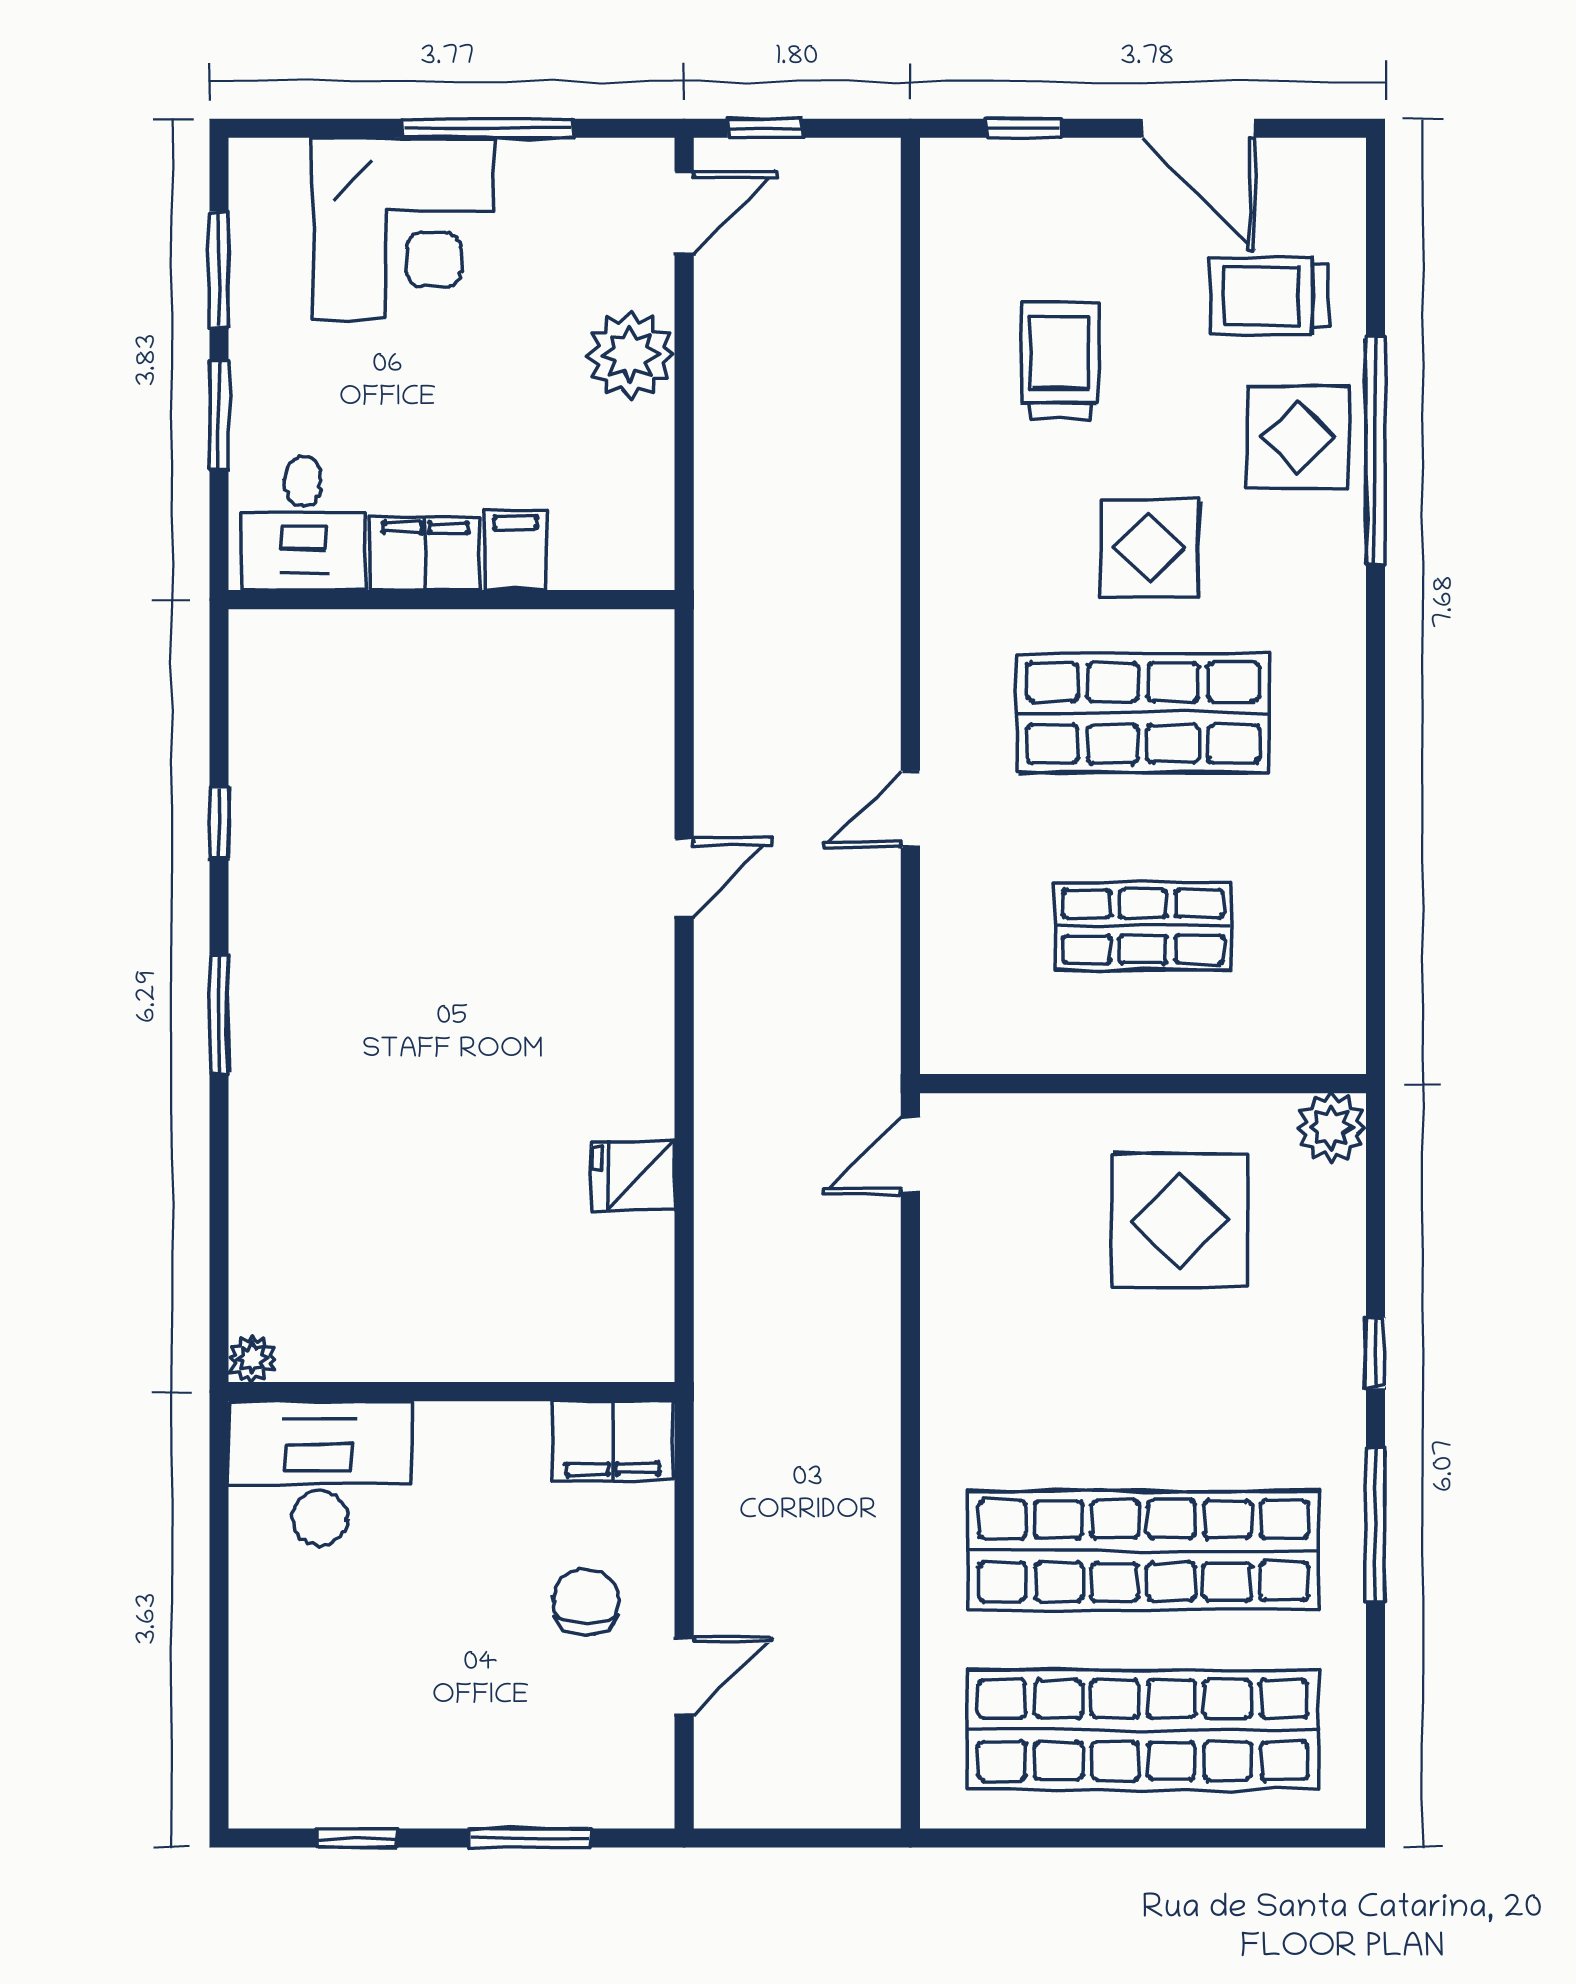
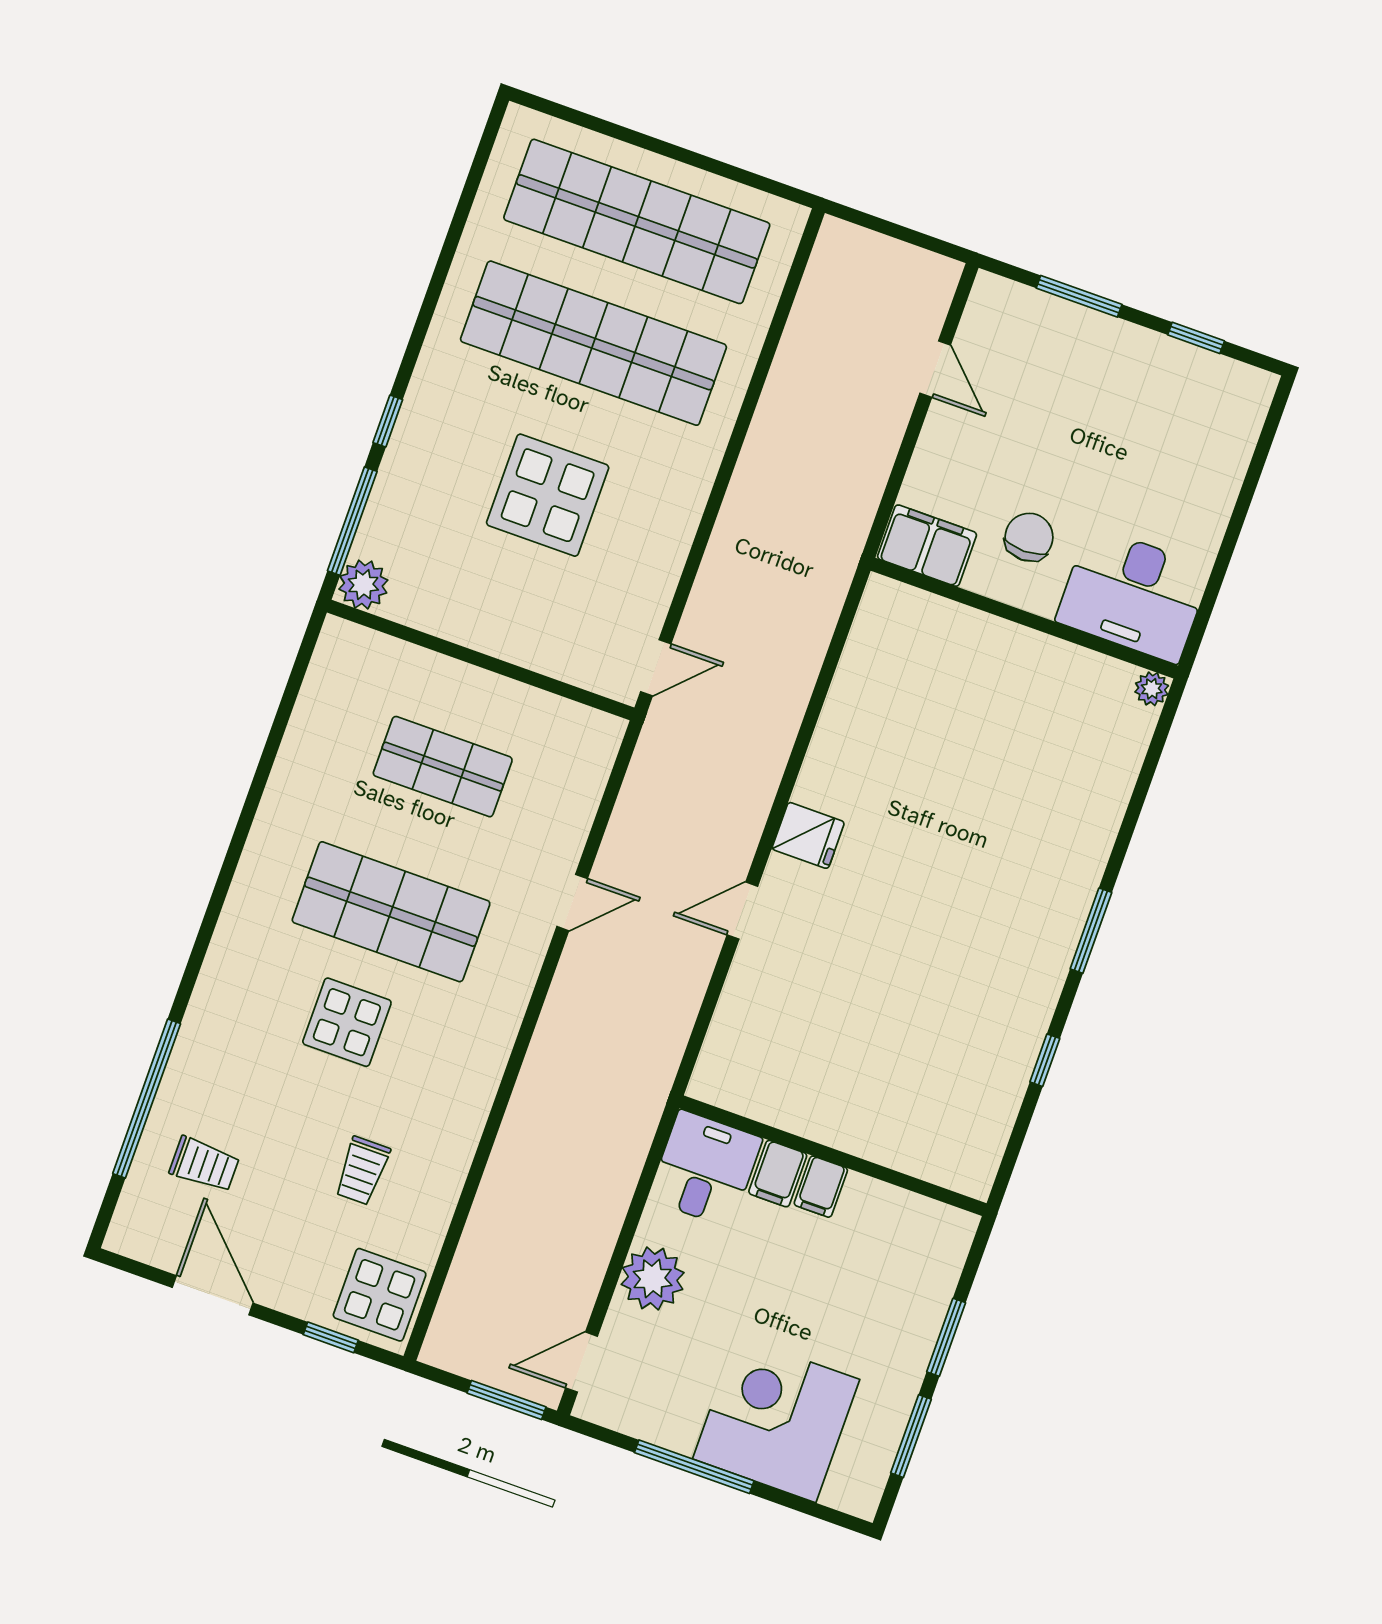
window: (765, 128) -> (507, 1400), width x1.50
trolley: (1270, 296) -> (204, 1164), width x0.73, depth x0.72
trolley: (1060, 361) -> (362, 1171), width x0.73, depth x0.72
display table: (1298, 437) -> (380, 1295), moved
window: (1376, 450) -> (147, 1099), moved
desk: (303, 523) -> (705, 1169), moved
filing cabinet: (426, 554) -> (821, 1187), width x0.50
fridge: (633, 1176) -> (808, 835), moved
display table: (1180, 1221) -> (548, 495), moved
window: (1376, 1526) -> (352, 521), moved
chair: (586, 1602) -> (1029, 537), moved, turned 180
door: (684, 1676) -> (935, 369), swing flipped

